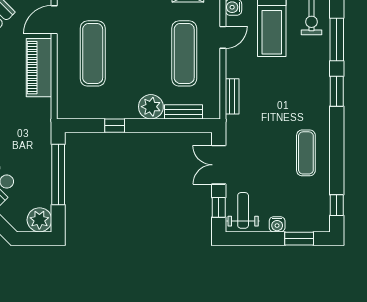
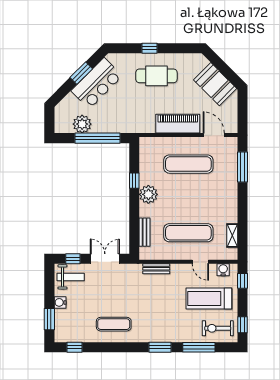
plant: (151, 107) -> (148, 194), moved
plant: (39, 220) -> (82, 124), moved

